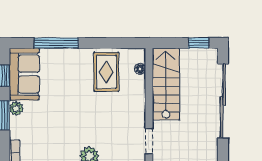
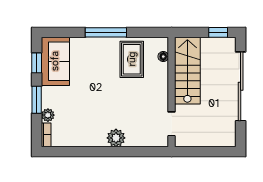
window: (56, 43) -> (106, 32), moved
plant: (16, 108) -> (48, 115), moved

